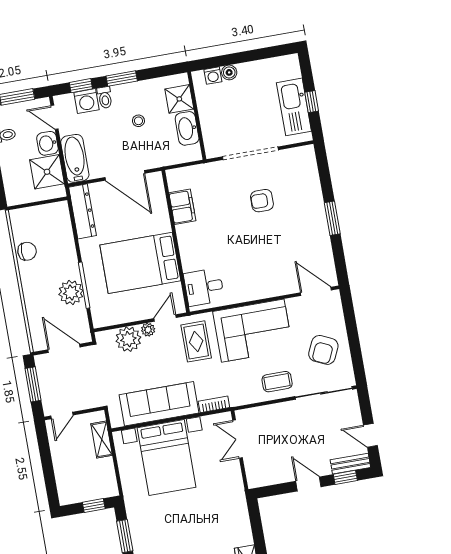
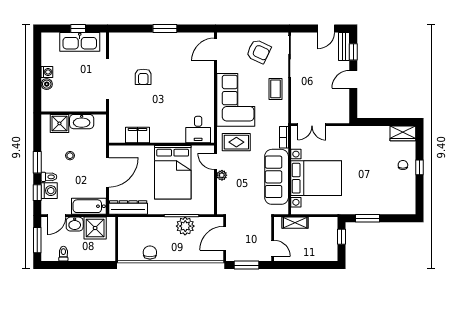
washing machine: (213, 76) -> (47, 72), moved
plant: (128, 339) -> (226, 191), removed

